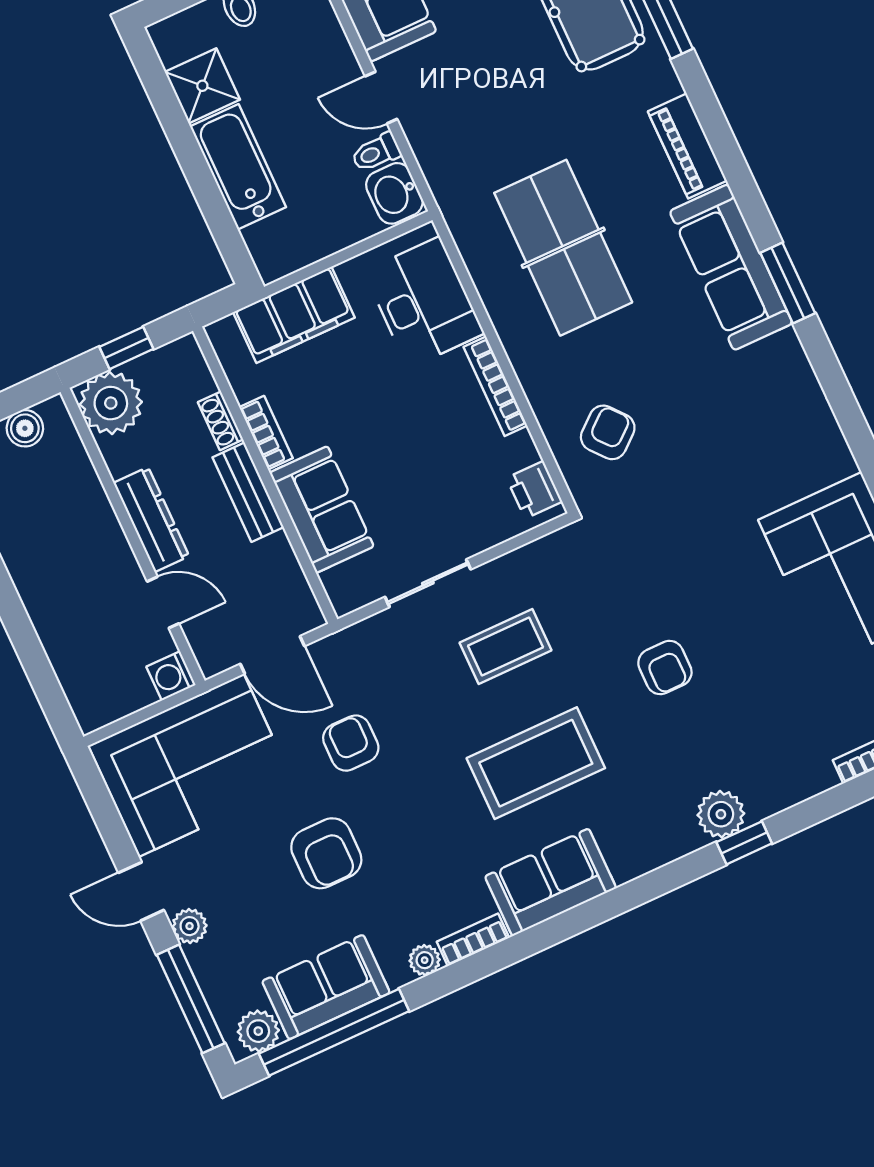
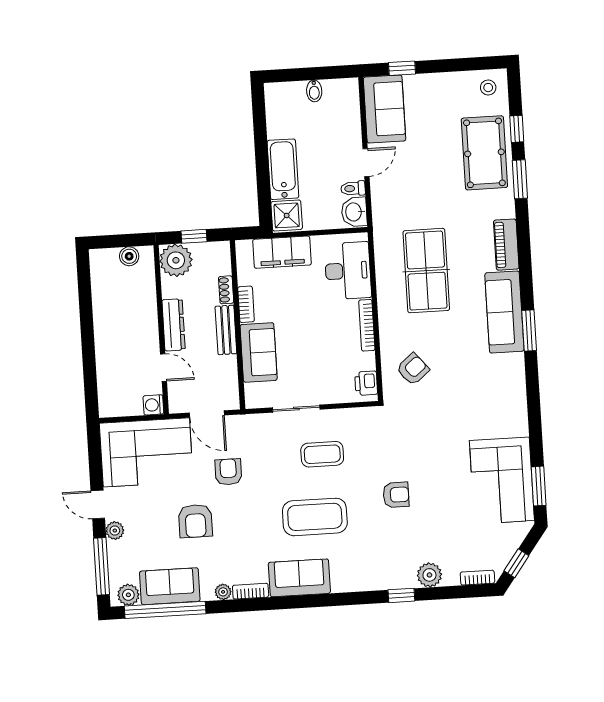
shower: (202, 86) -> (287, 215), moved
door: (381, 98) -> (366, 163), swing flipped
armchair: (665, 668) -> (396, 495), turned -90
plant: (721, 814) -> (429, 575), moved

